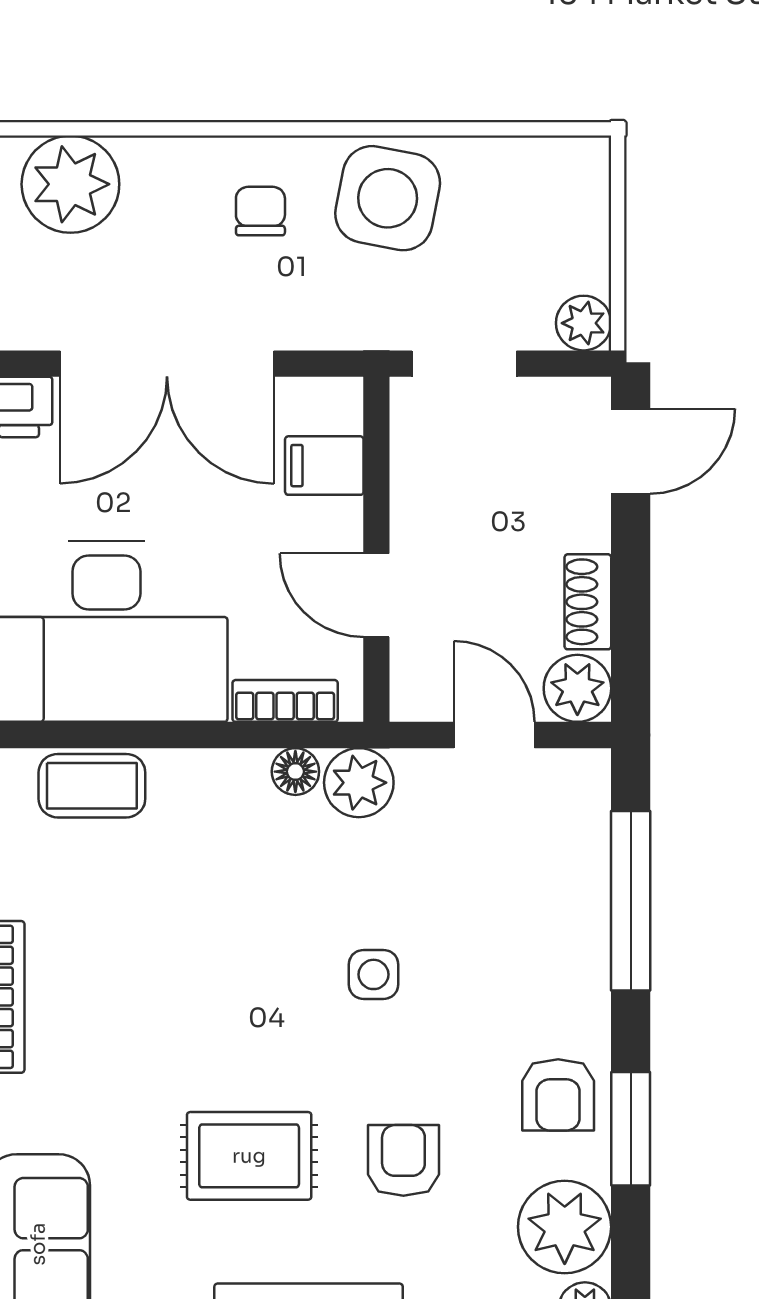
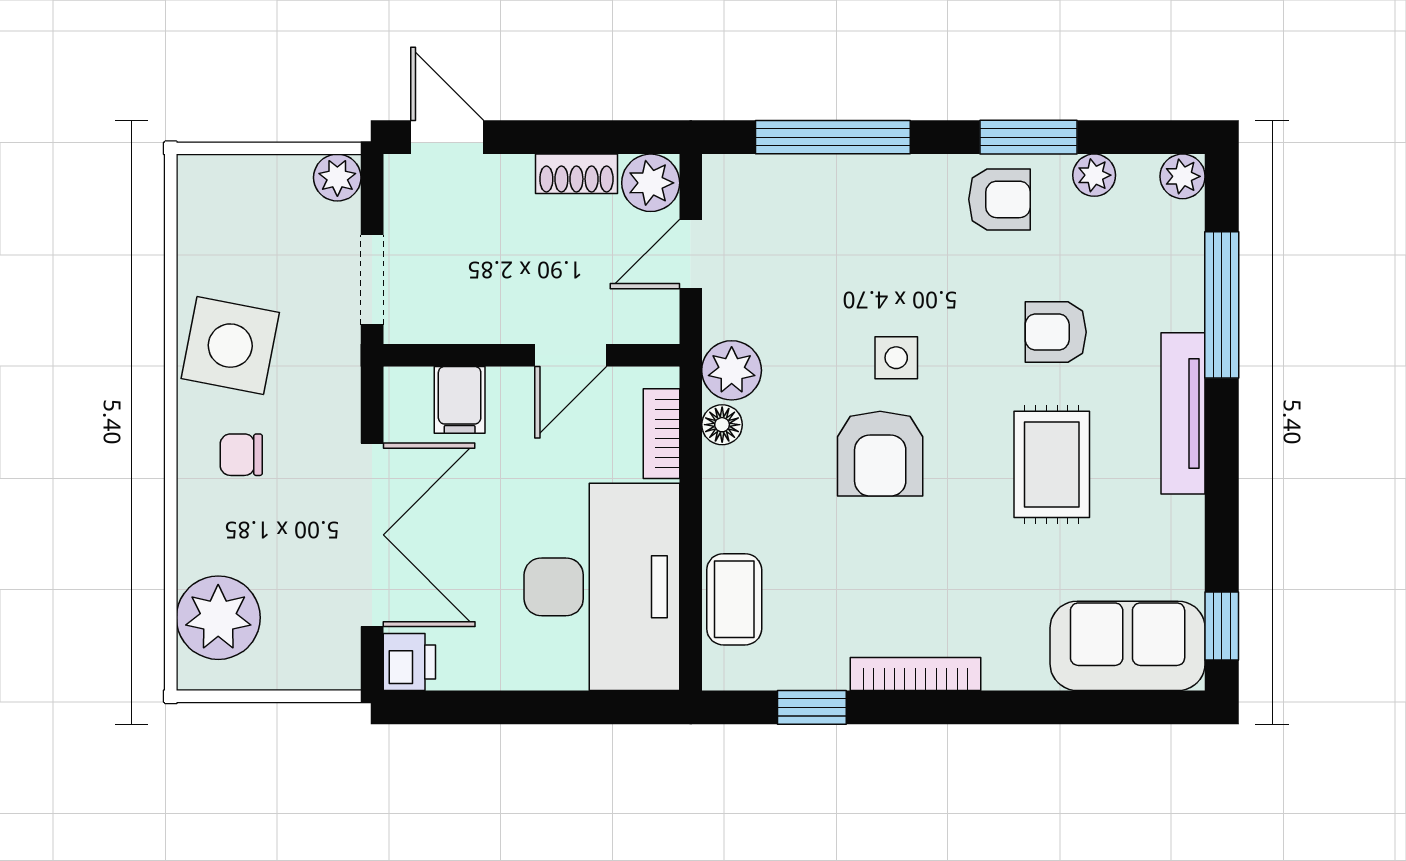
armchair: (262, 956) -> (880, 454), added
plant: (565, 1227) -> (1094, 175), width x0.53, depth x0.53

